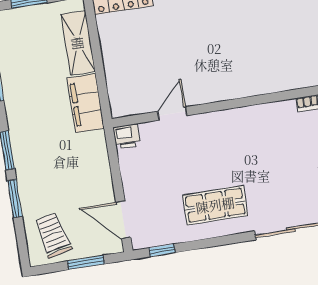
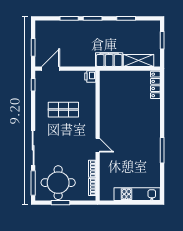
door: (172, 113) -> (98, 145), moved
shop shelf: (215, 205) -> (63, 110), moved, turned 90
trolley: (53, 235) -> (49, 34), removed

